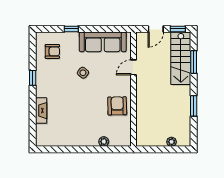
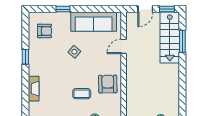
window: (194, 106) -> (182, 84), removed
coffee table: (90, 116) -> (82, 94), added

